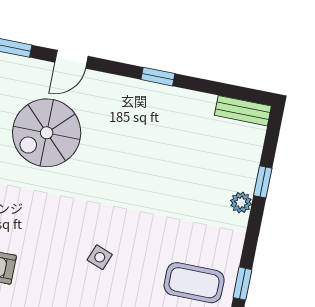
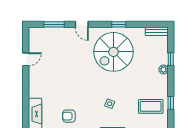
door: (71, 59) -> (82, 24), hinge flipped
spiral stairs: (47, 133) -> (113, 52), moved, width x1.37, depth x1.37

